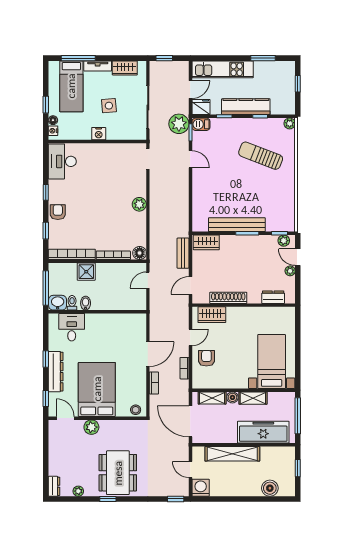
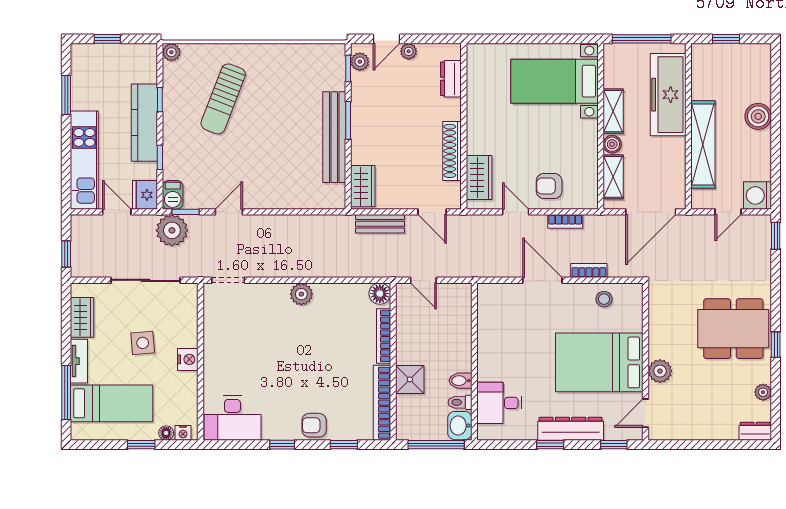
stool: (136, 410) -> (604, 299), moved
boiler: (270, 488) -> (758, 116), moved

